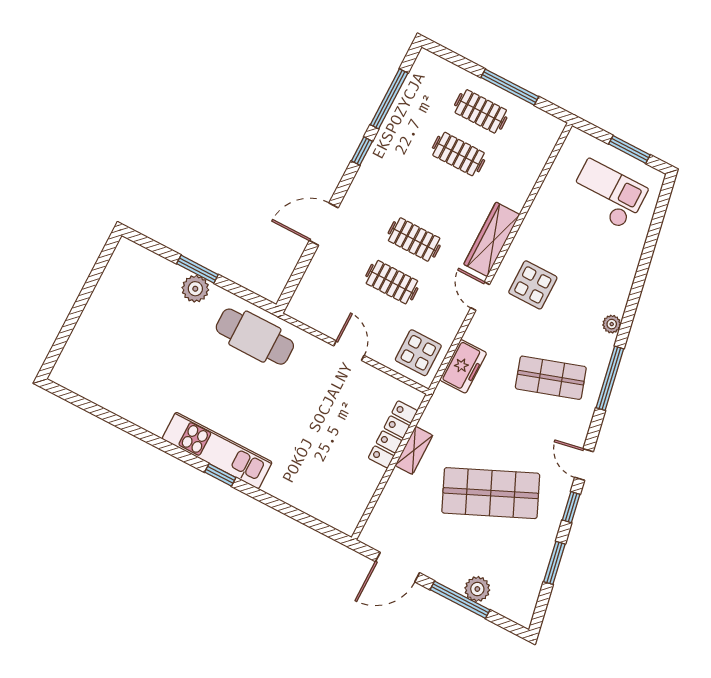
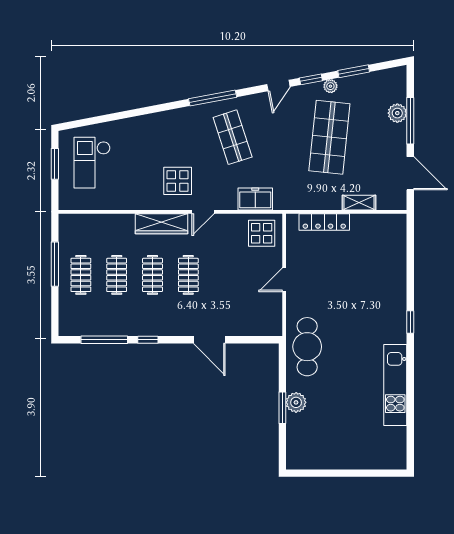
clothes rail: (392, 282) -> (152, 275), moved
plant: (612, 324) -> (330, 86), moved
kitchen unit: (217, 450) -> (395, 385), moved
shelving: (414, 450) -> (359, 203), moved
shop shelf: (491, 493) -> (329, 137), turned 30

